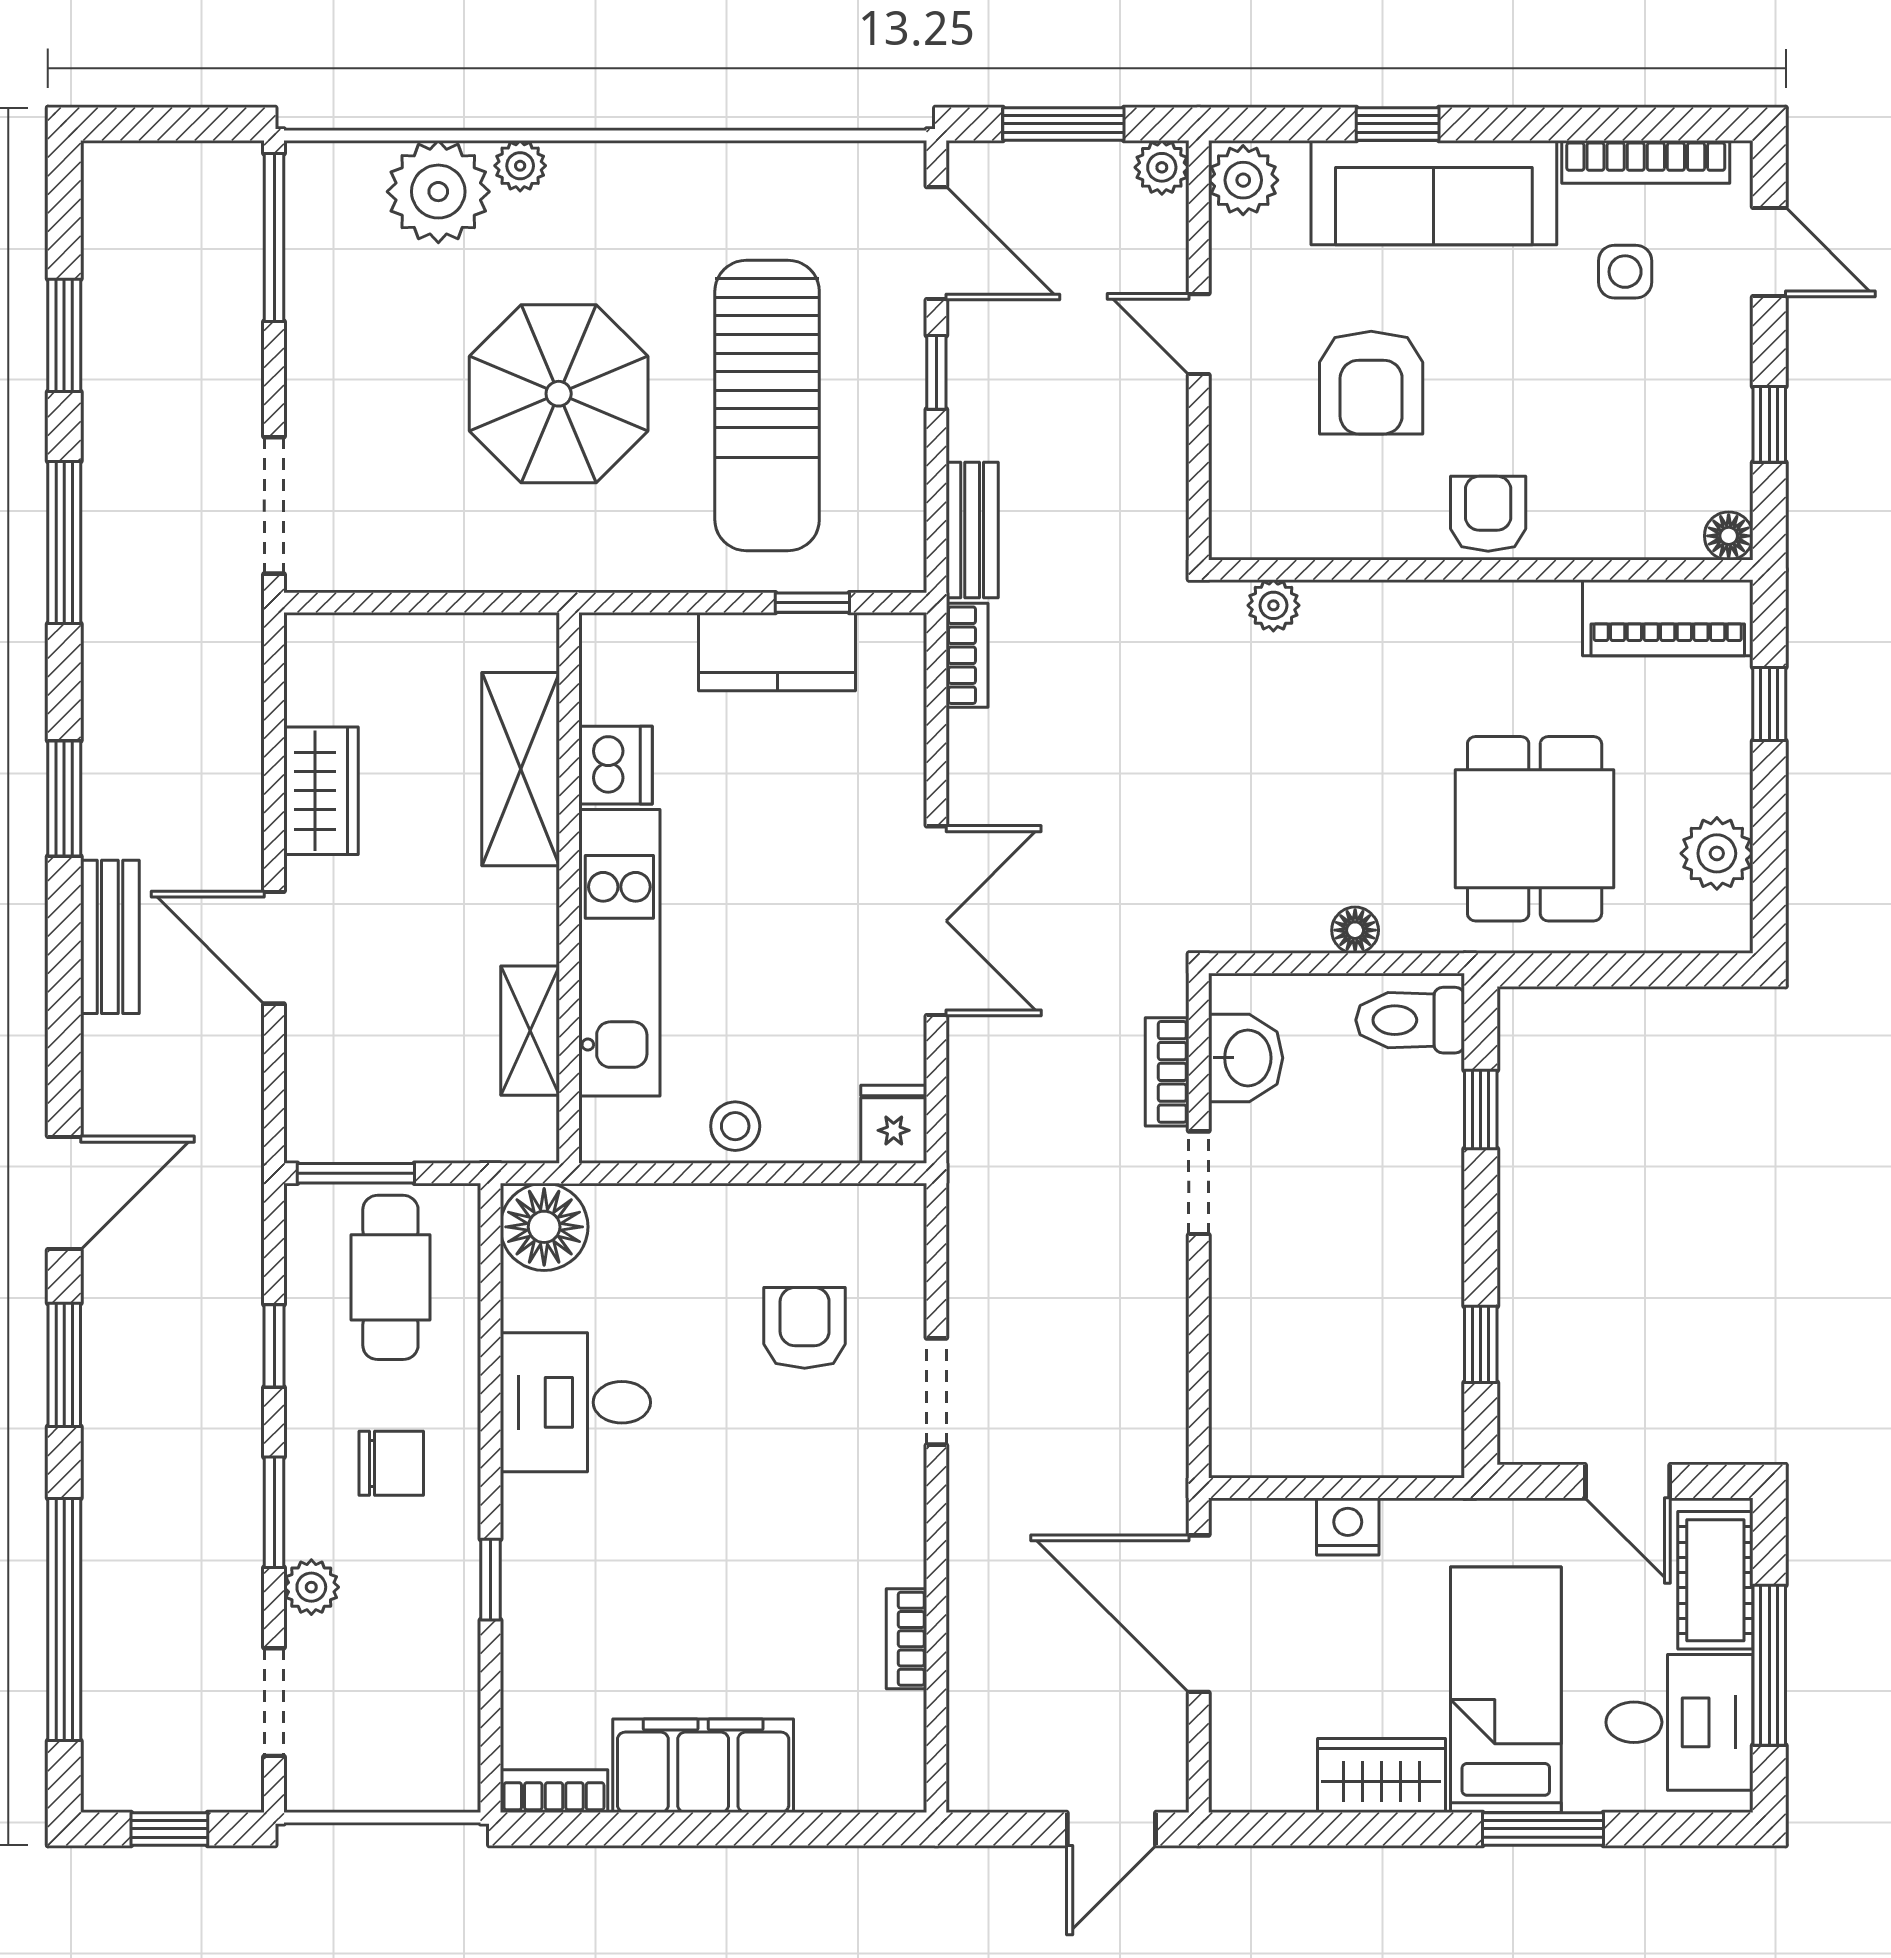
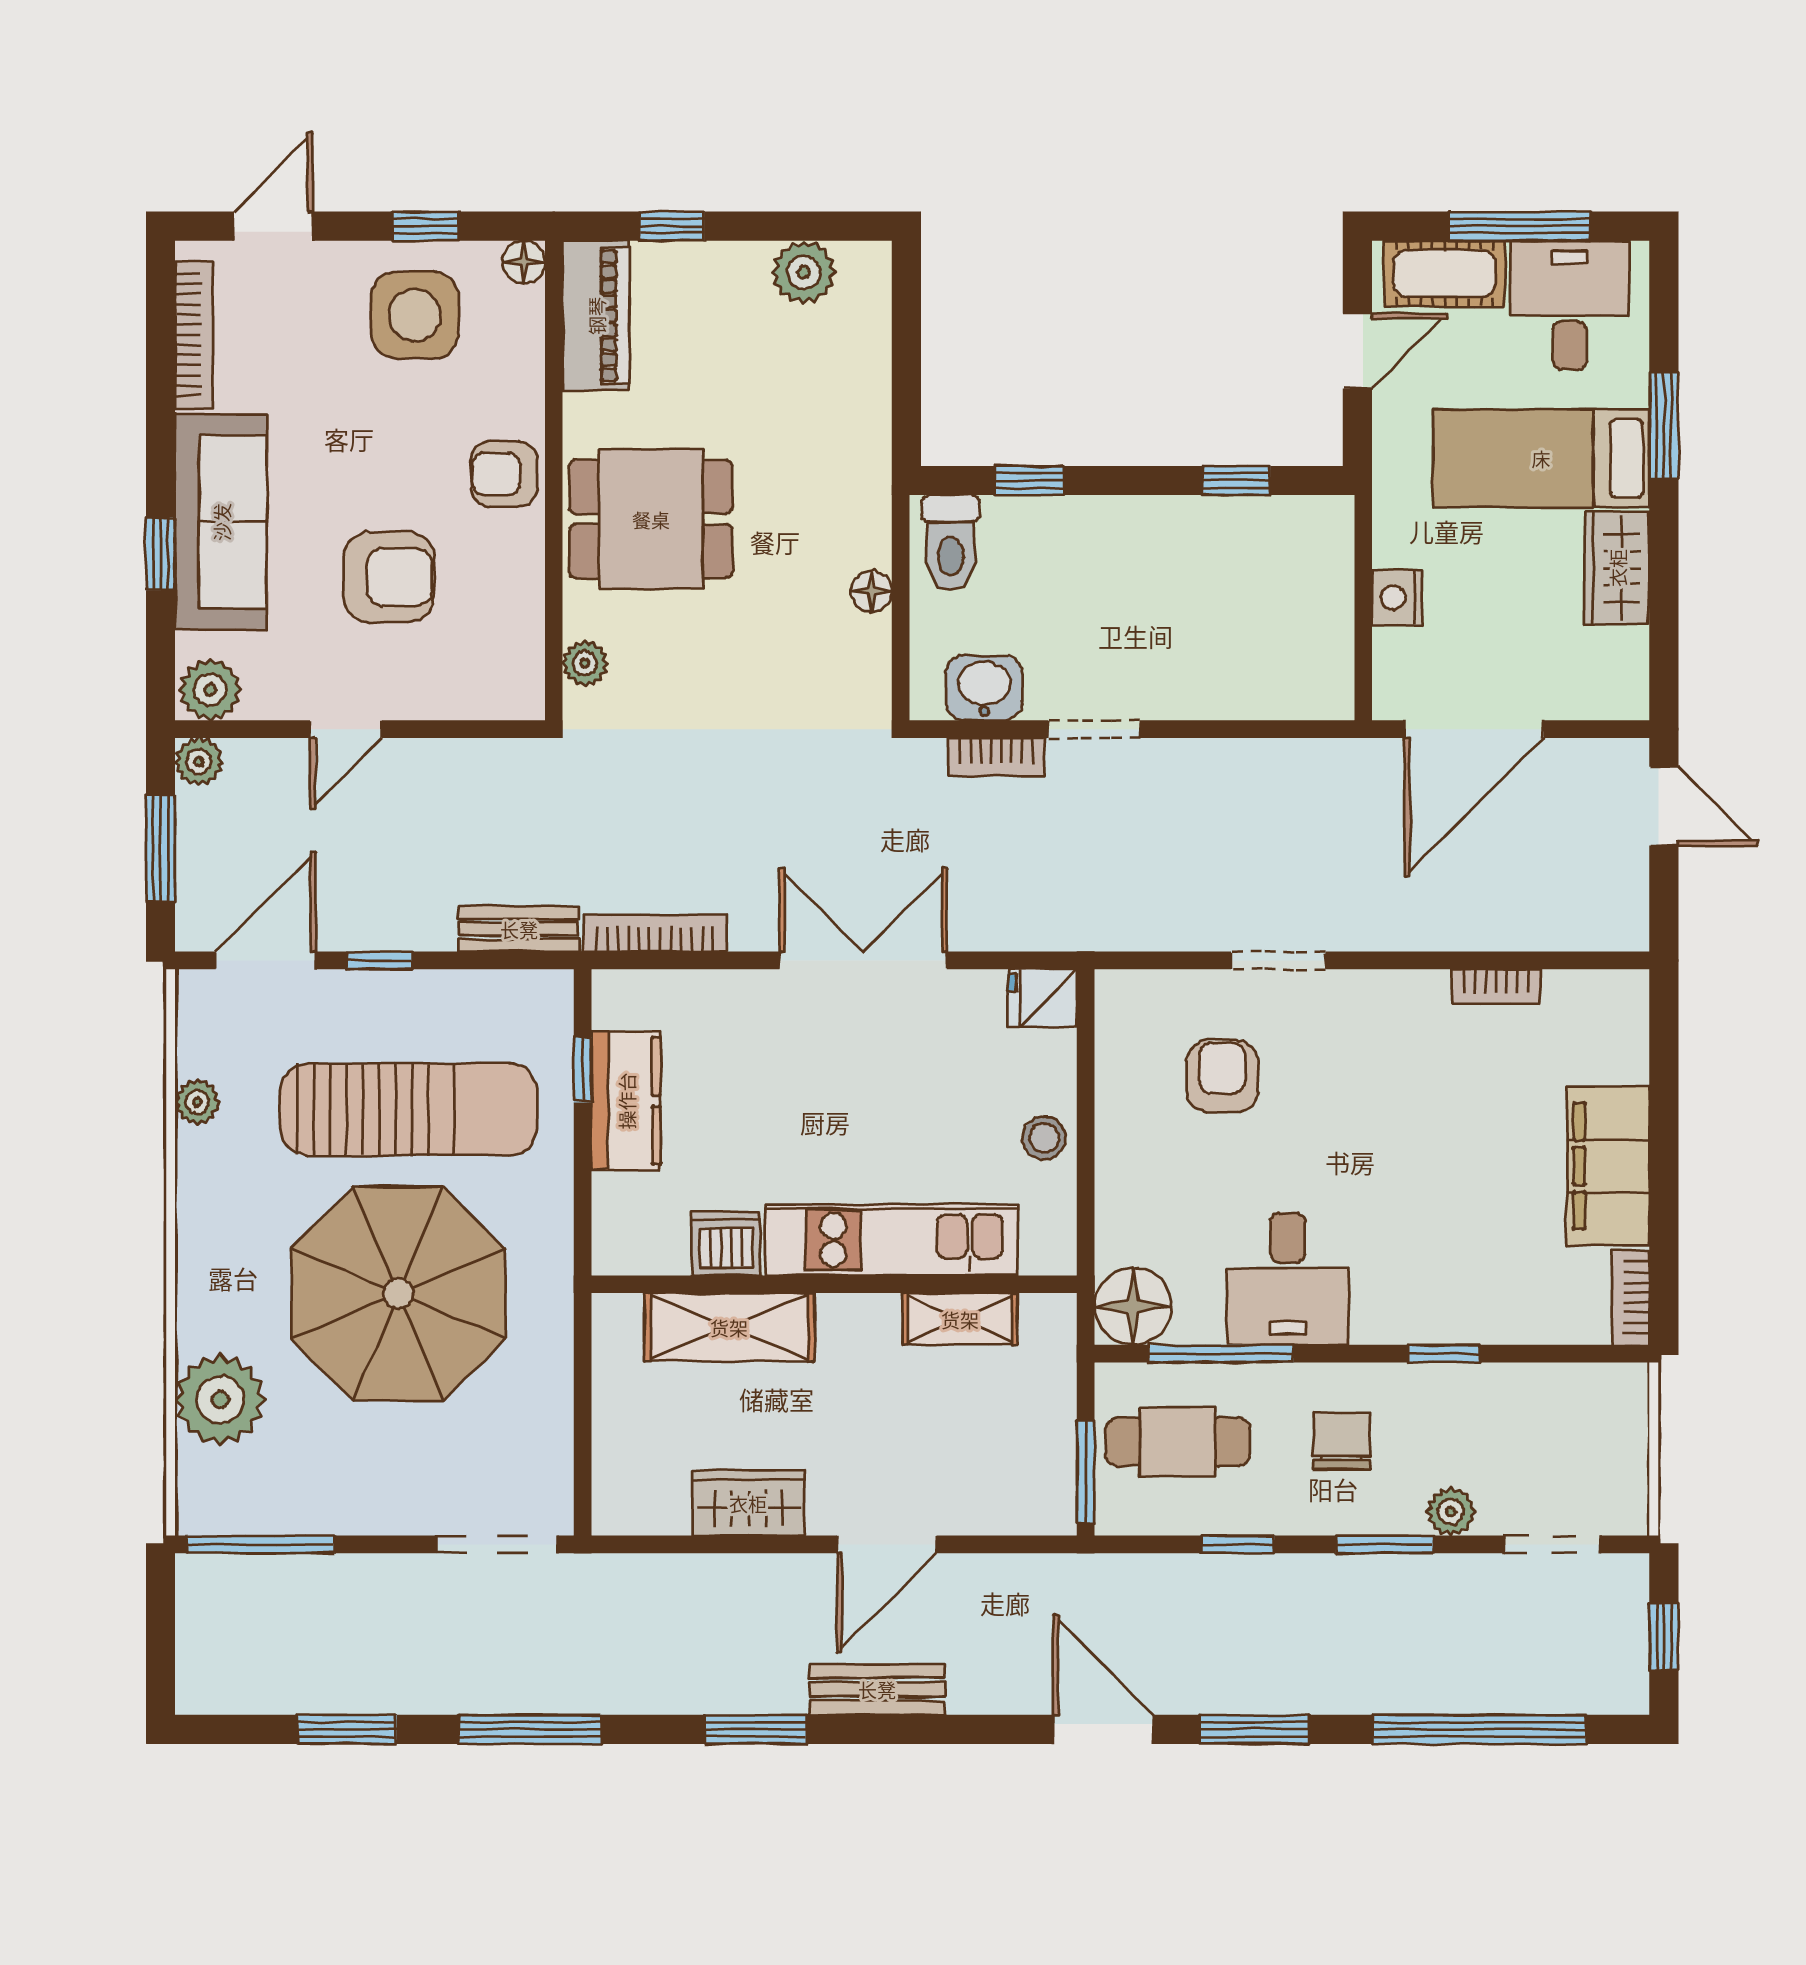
plant: (520, 166) -> (197, 1102), moved
side table: (1625, 272) -> (415, 315), moved, width x1.87, depth x1.87
parasol: (559, 394) -> (398, 1294), width x1.36, depth x1.36
bookcase: (967, 655) -> (655, 933), width x1.56
dining table: (1535, 829) -> (651, 519), moved
window: (490, 1326) -> (1221, 1354), added
armchair: (805, 1328) -> (1222, 1077), turned 90

